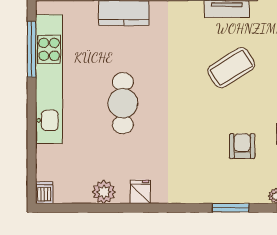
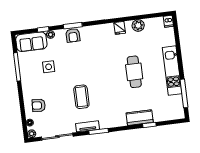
coffee table: (231, 68) -> (81, 97), turned -58
kitchen unit: (49, 79) -> (172, 71), width x0.73
armchair: (242, 146) -> (73, 35), moved

